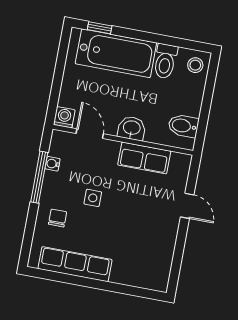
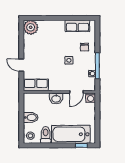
bidet: (183, 126) -> (31, 117), moved
door: (90, 134) -> (76, 92), hinge flipped
row of seats: (144, 158) -> (36, 85), moved
row of seats: (75, 264) -> (77, 26), width x0.68
plant: (155, 276) -> (31, 27), added

